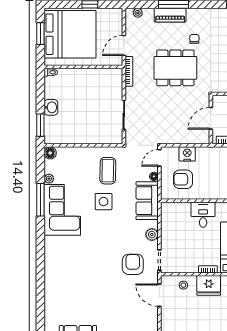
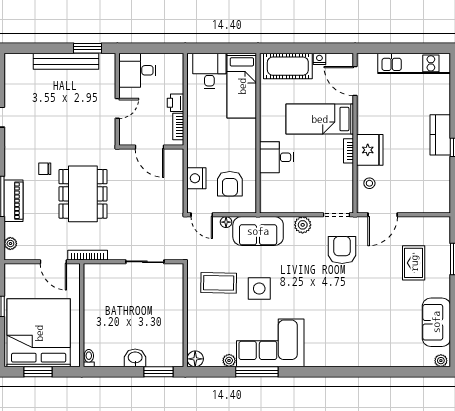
armchair: (133, 264) -> (342, 250), turned 90
rug: (123, 319) -> (414, 263), added

